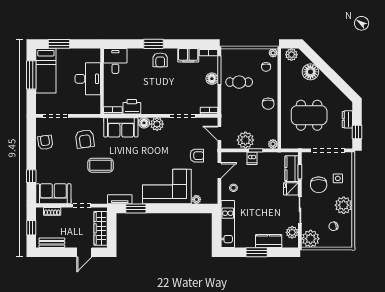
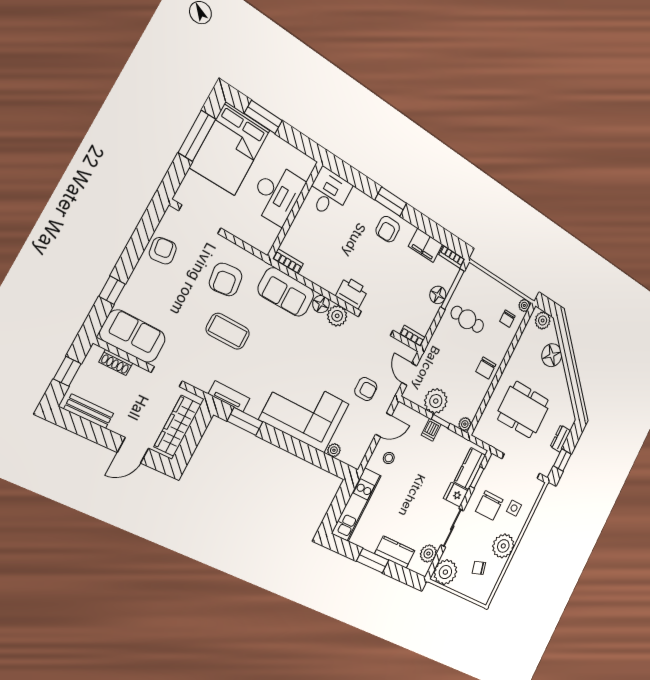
bed: (46, 71) -> (230, 149), width x1.50
printer: (132, 107) -> (352, 293), moved

